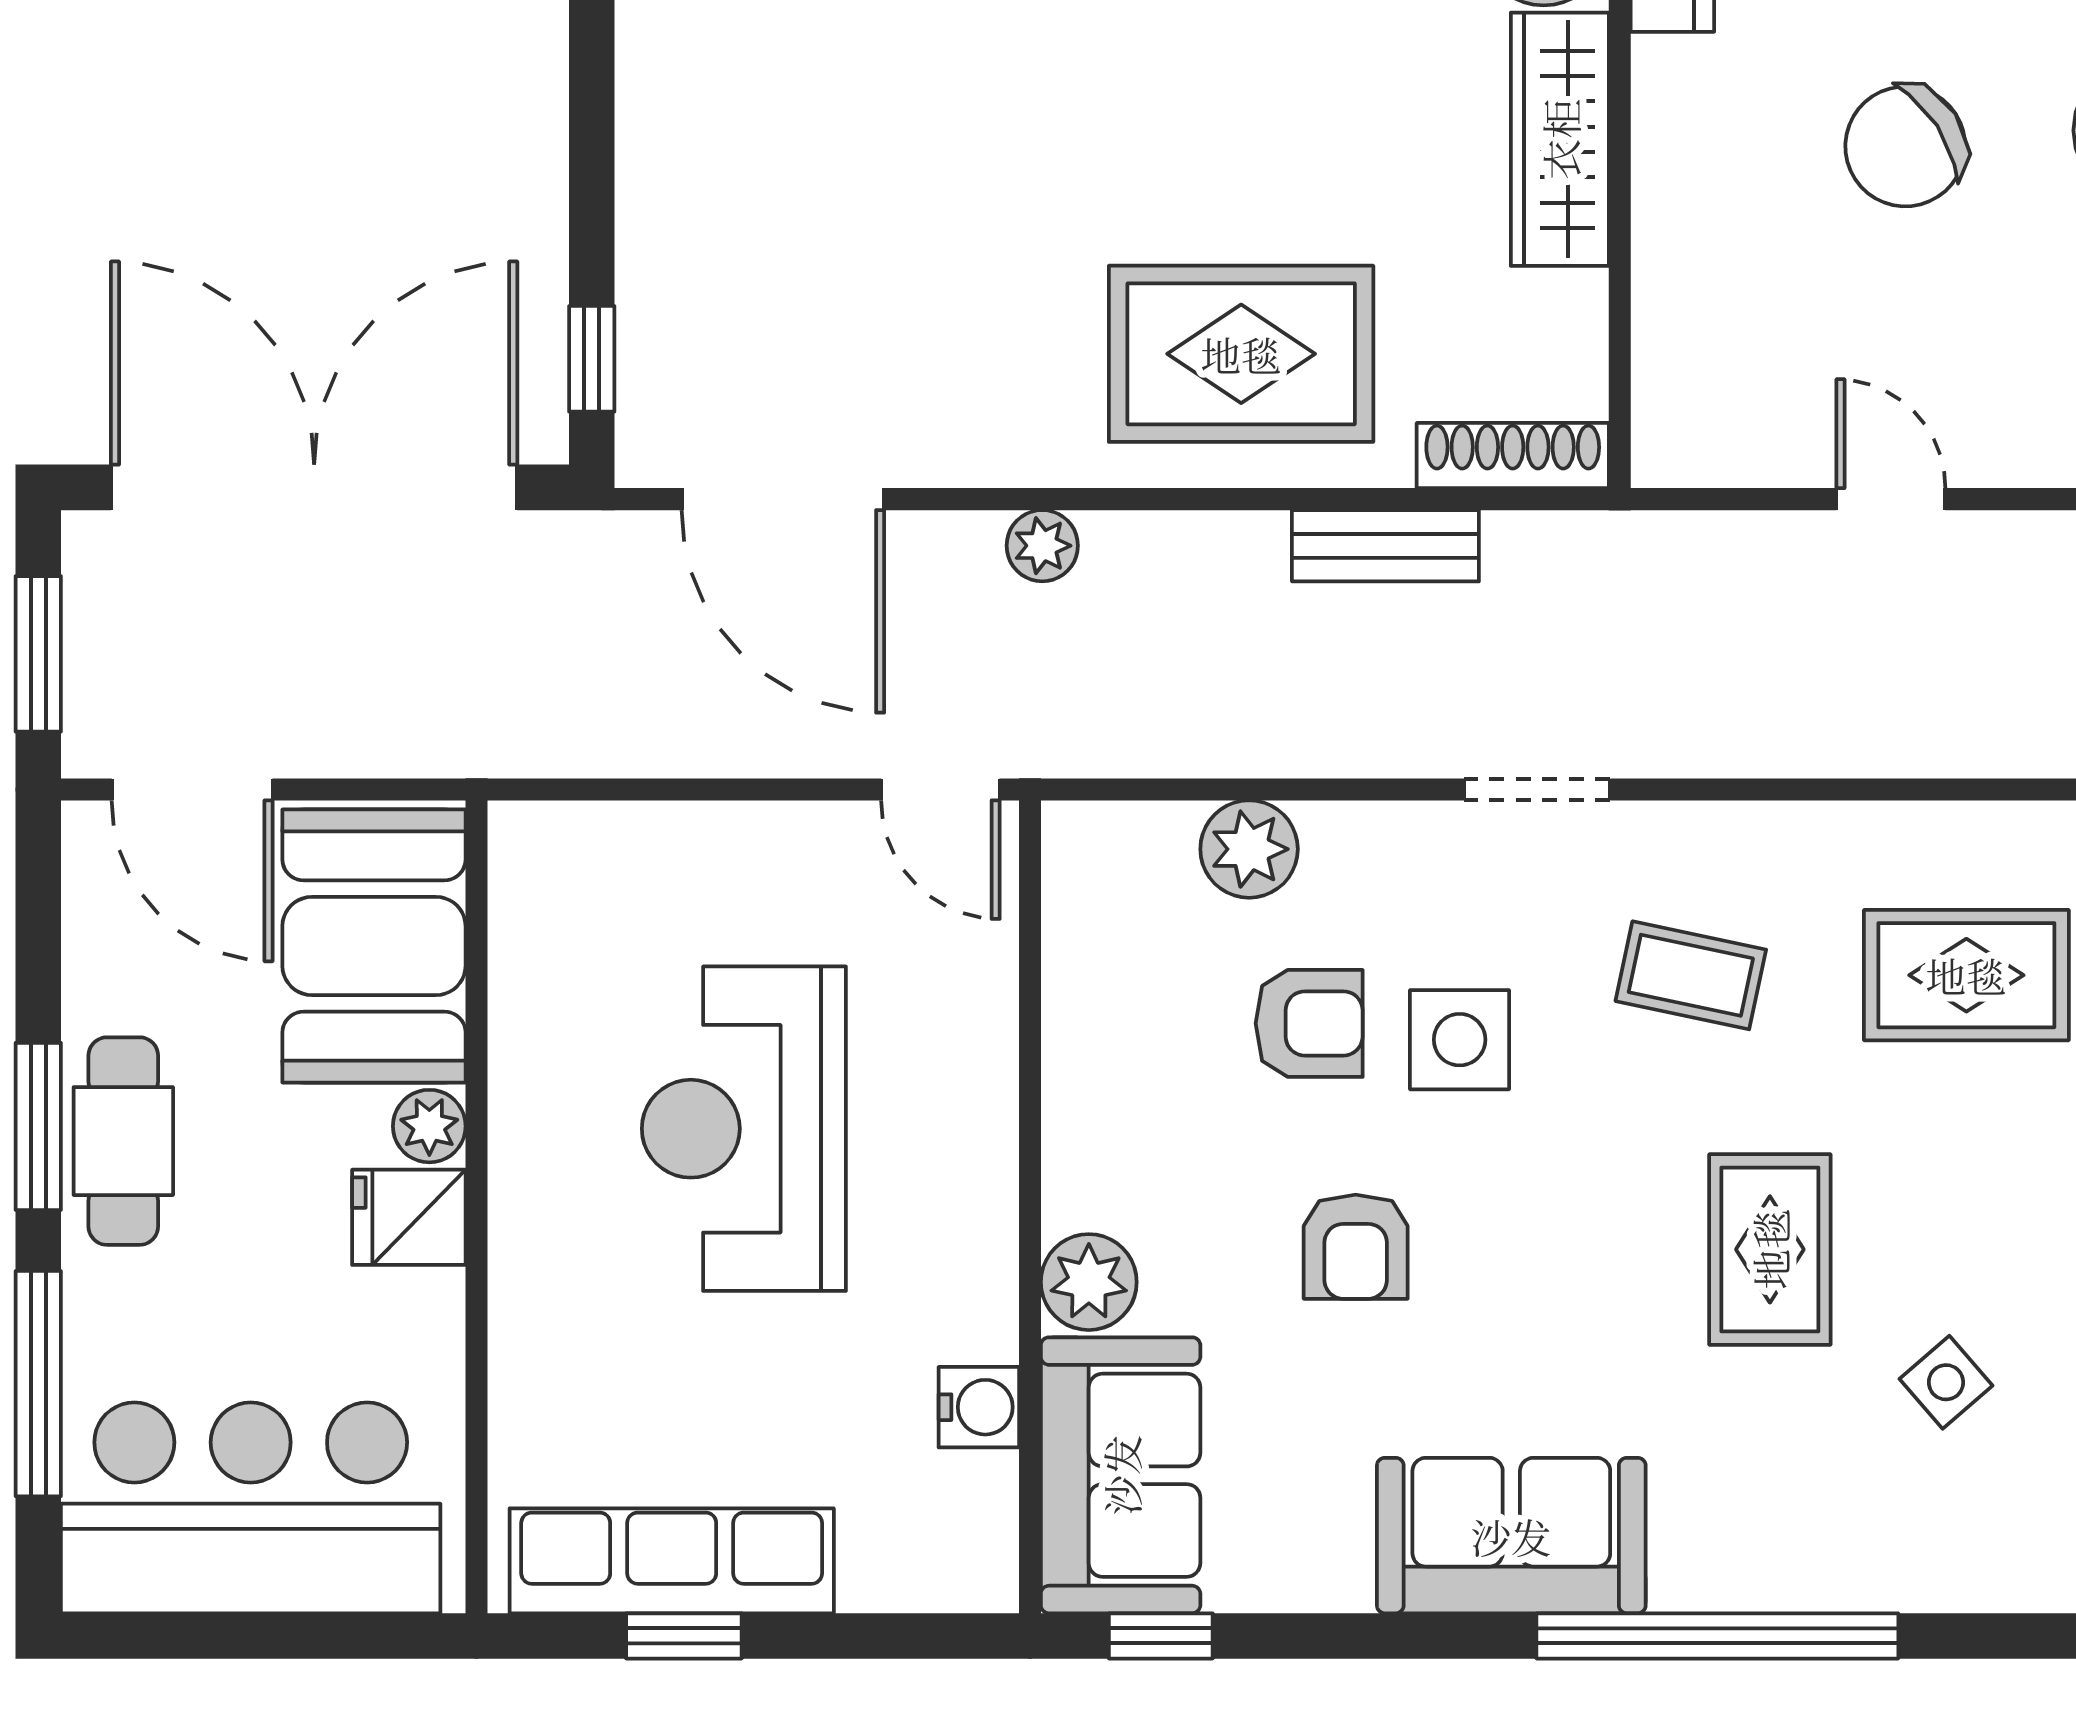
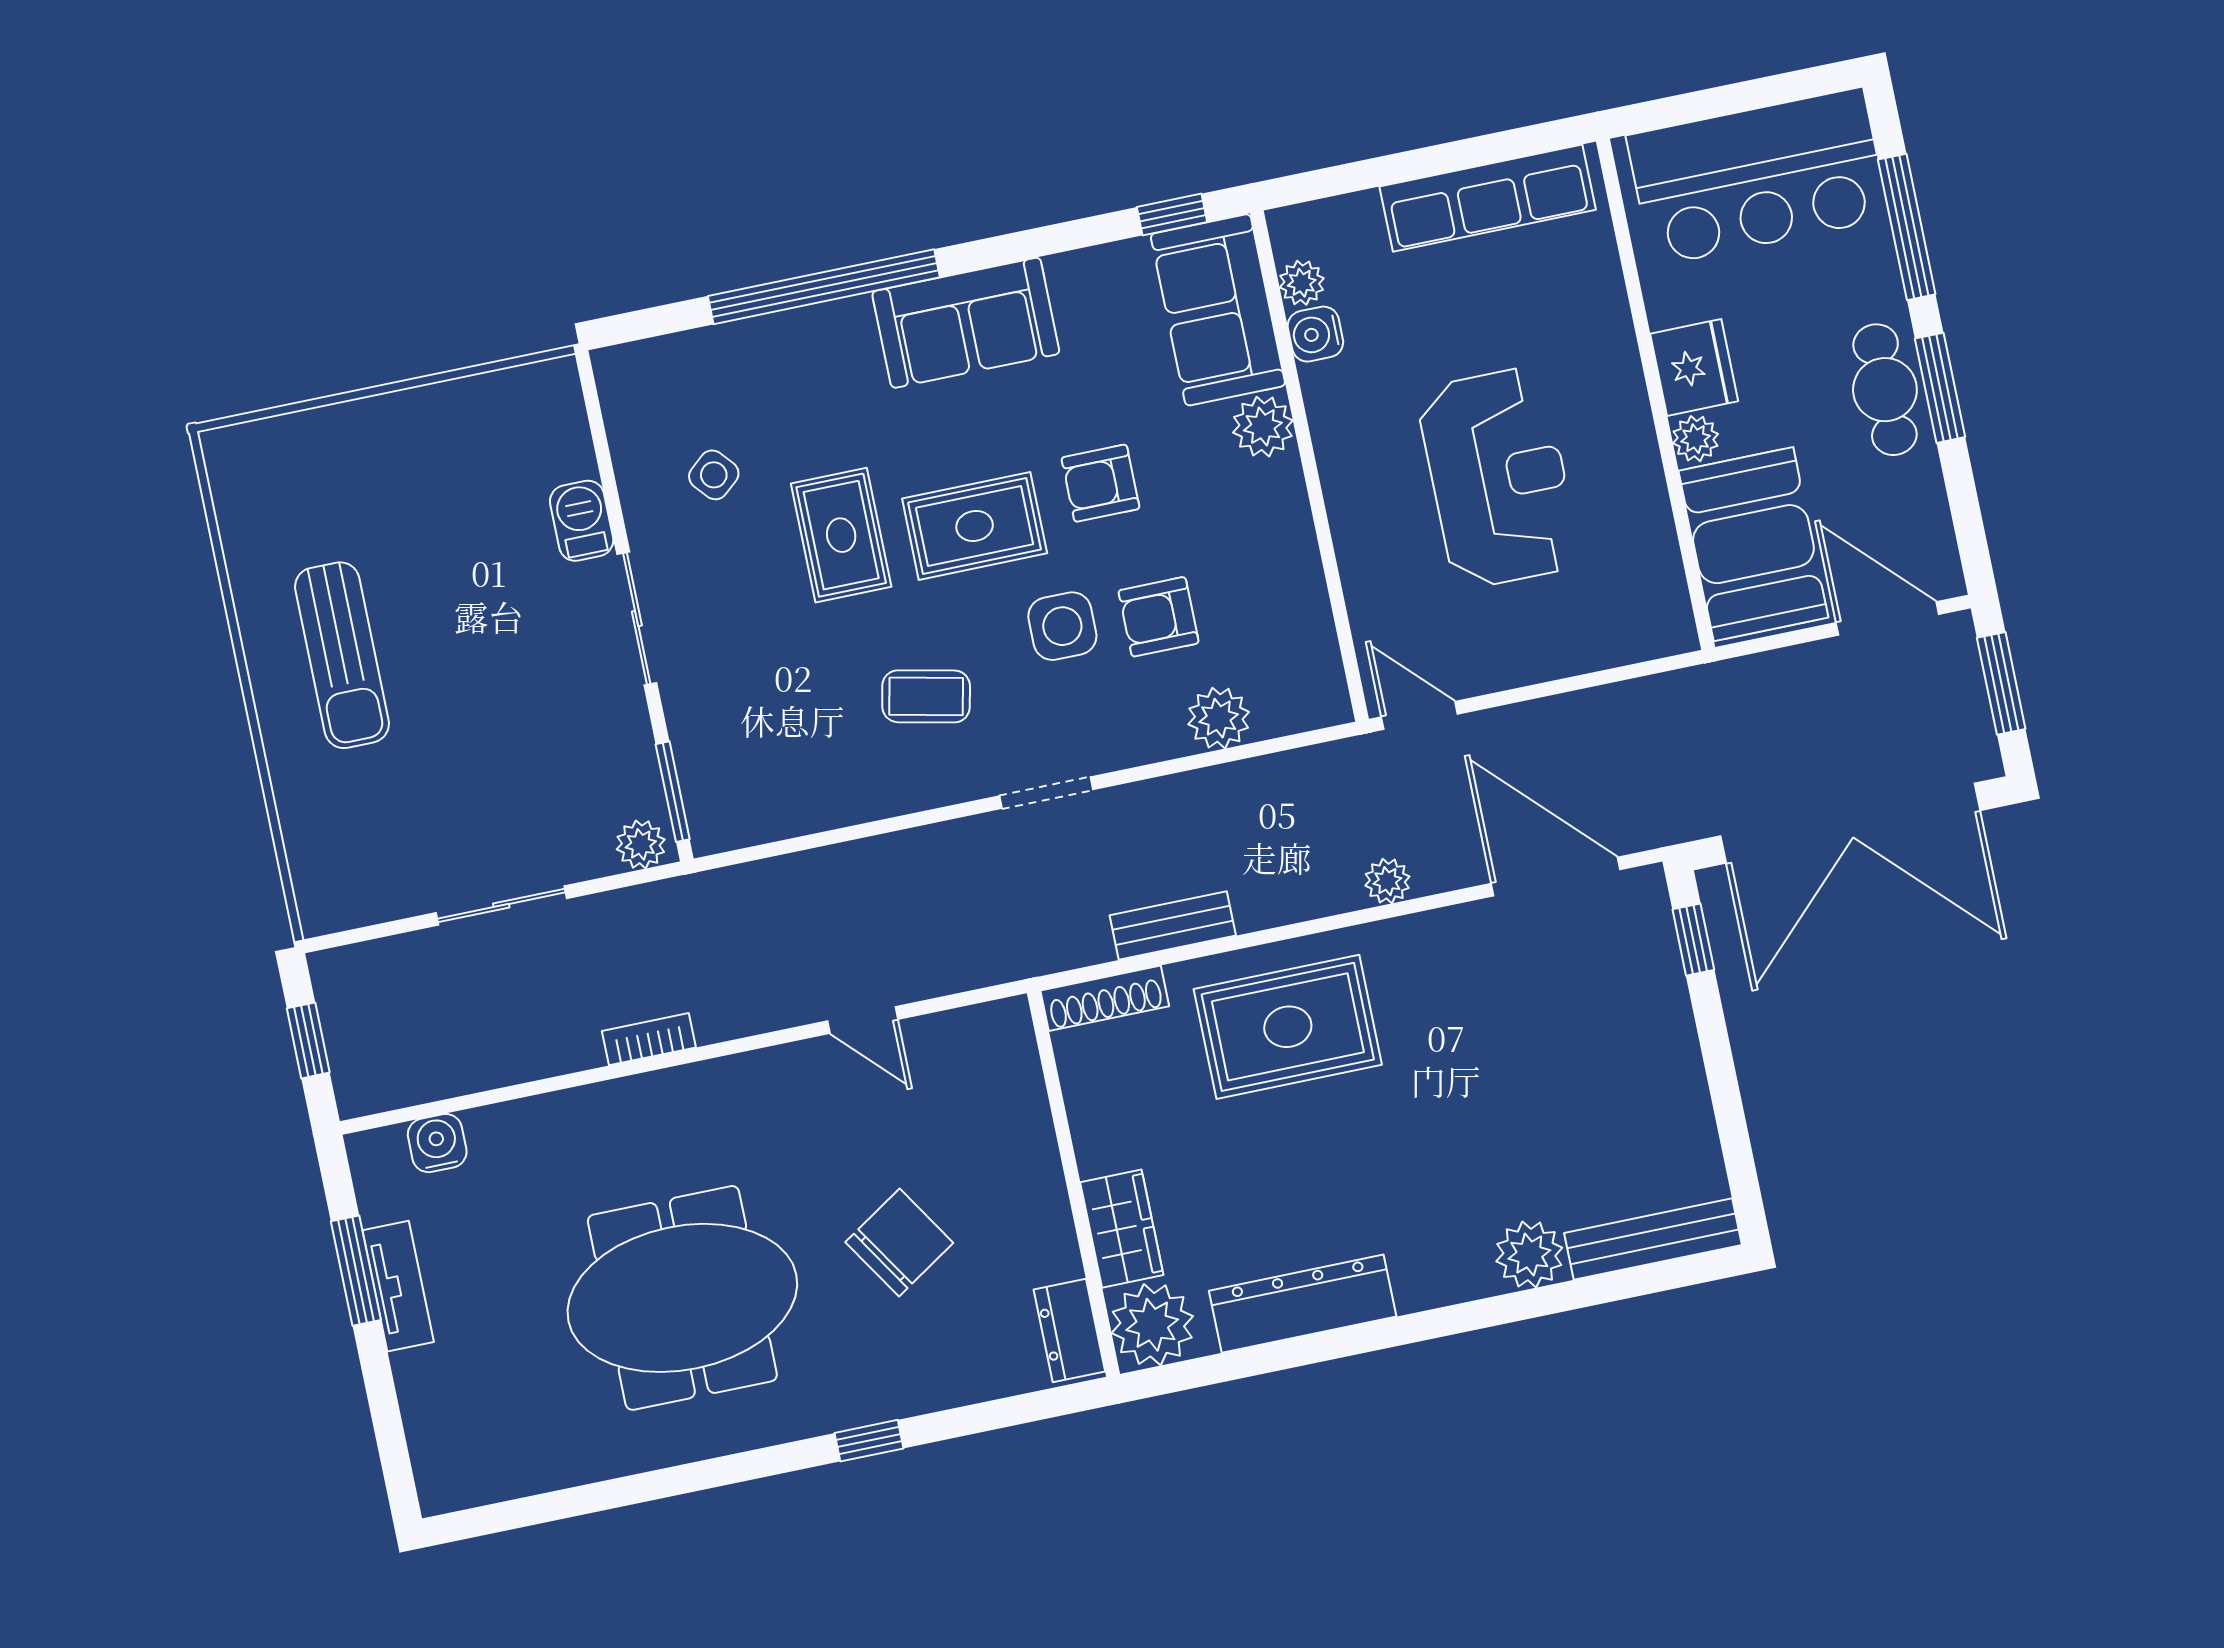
wardrobe: (1560, 139) -> (1122, 1229), width x0.67
rug: (1966, 975) -> (975, 526), moved
fridge: (409, 1217) -> (1694, 367), width x1.38
armchair: (1356, 1247) -> (1101, 483), turned -90
plant: (984, 1490) -> (1302, 283), added
window: (684, 1636) -> (1470, 153), removed

